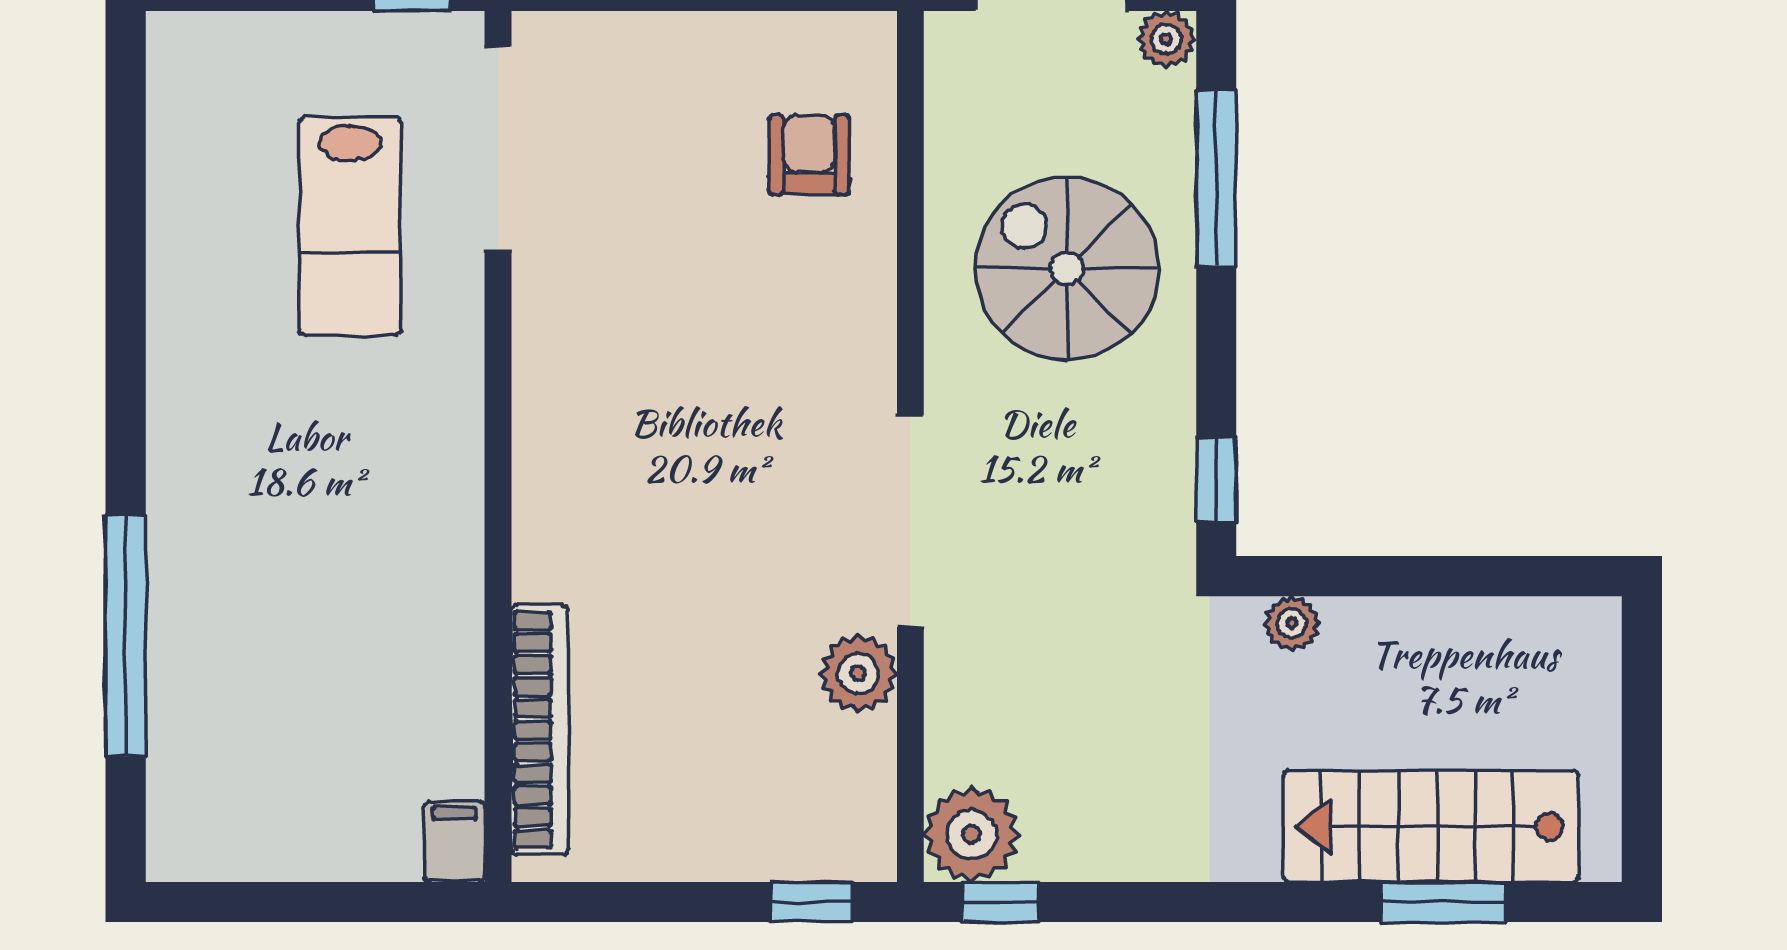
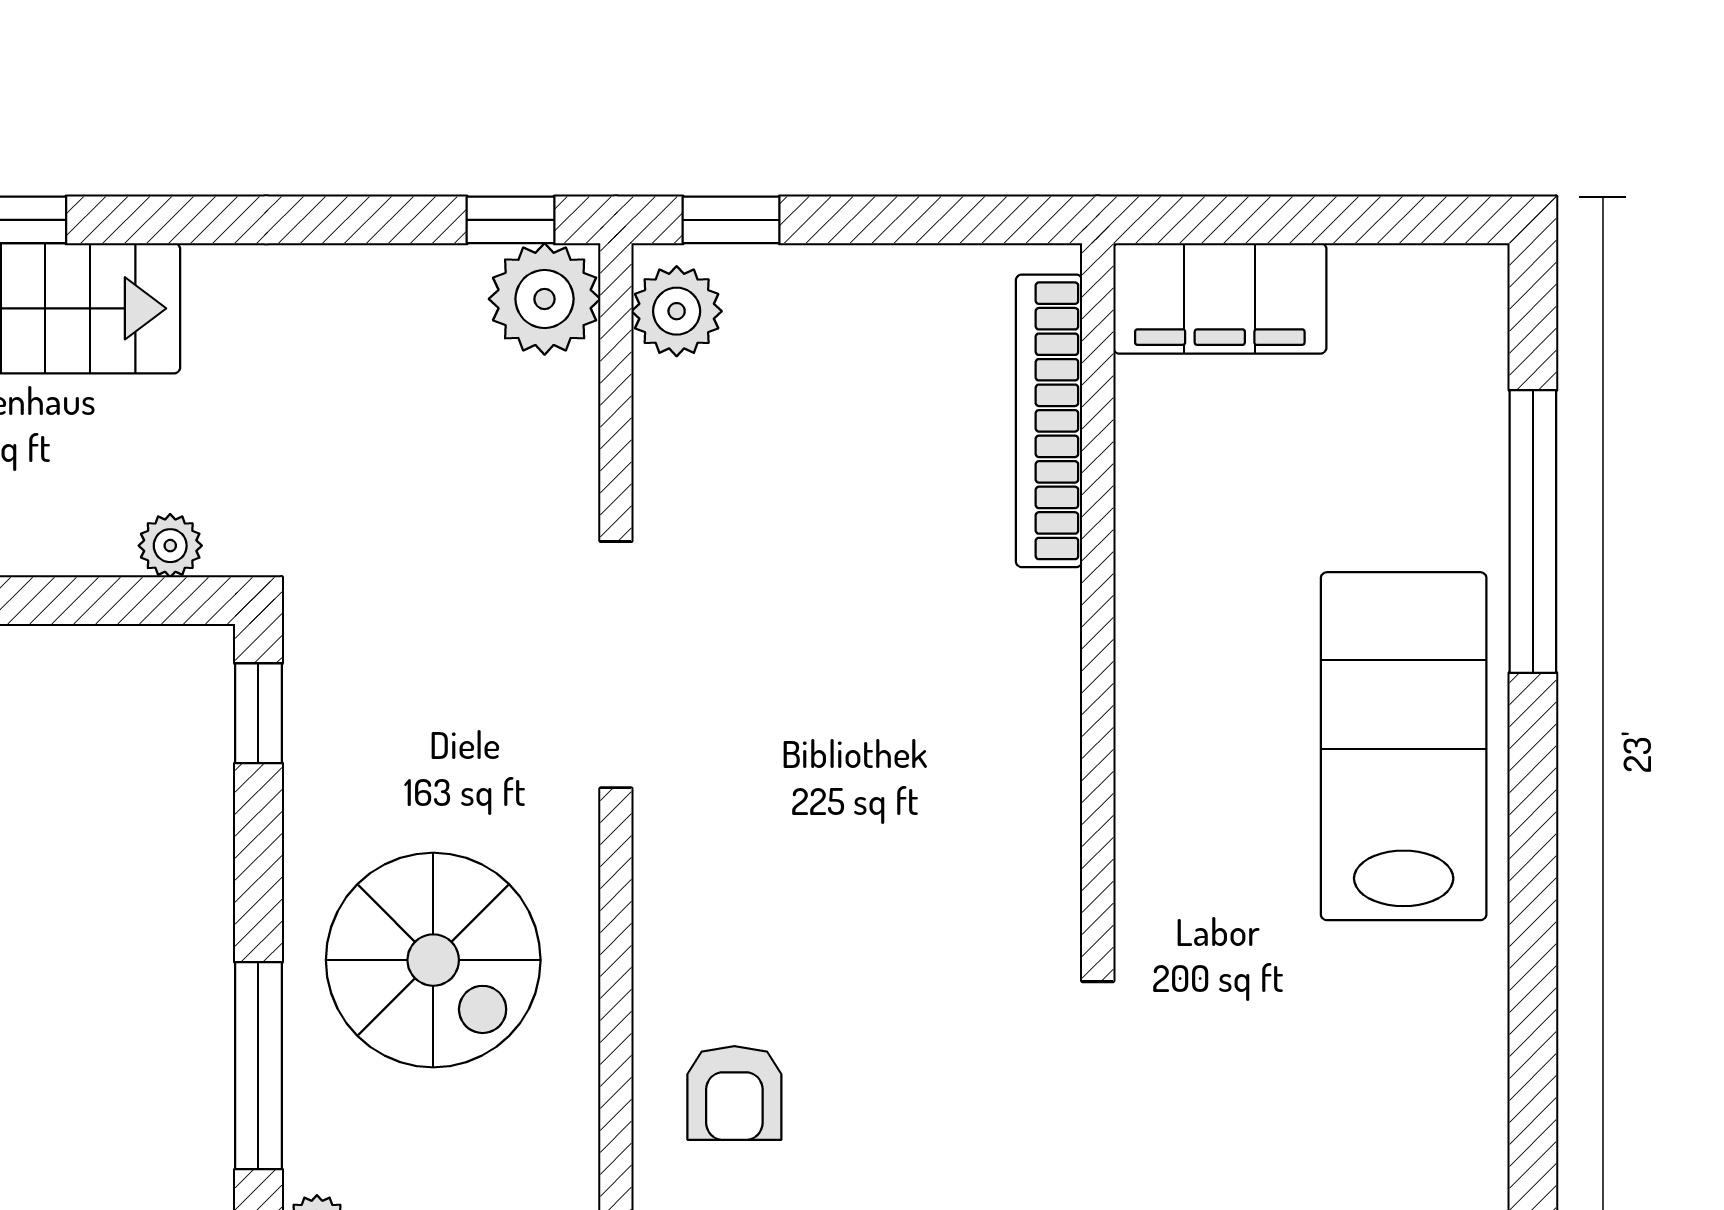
lab bench: (350, 226) -> (1404, 746), moved, width x1.36, depth x1.39
plant: (858, 673) -> (677, 311), moved
filing cabinet: (454, 842) -> (1220, 298), width x3.00, depth x1.17

